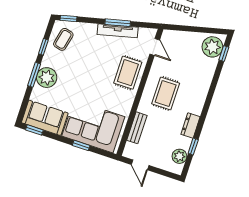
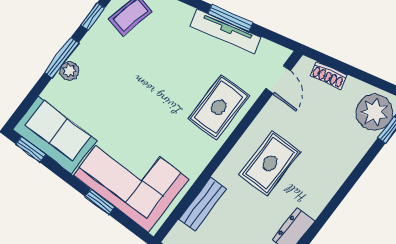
shoe rack: (181, 35) -> (329, 75), added
plant: (47, 78) -> (69, 71), width x0.53, depth x0.53

